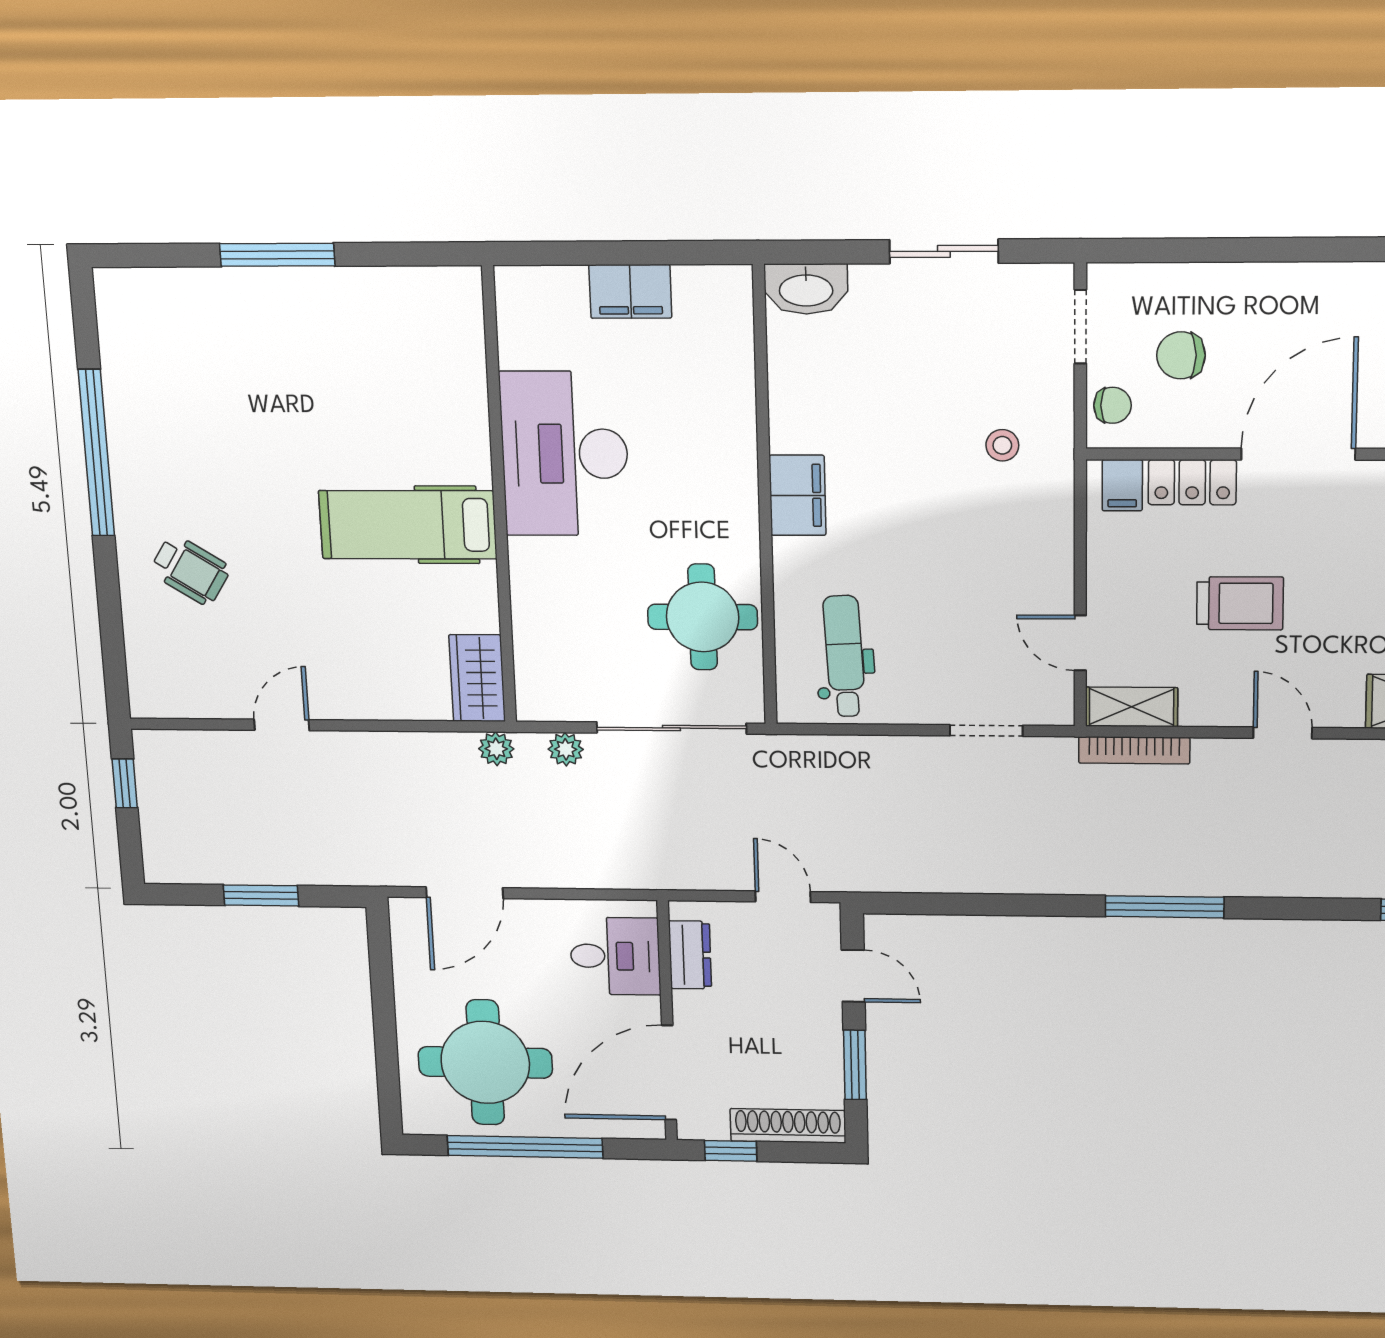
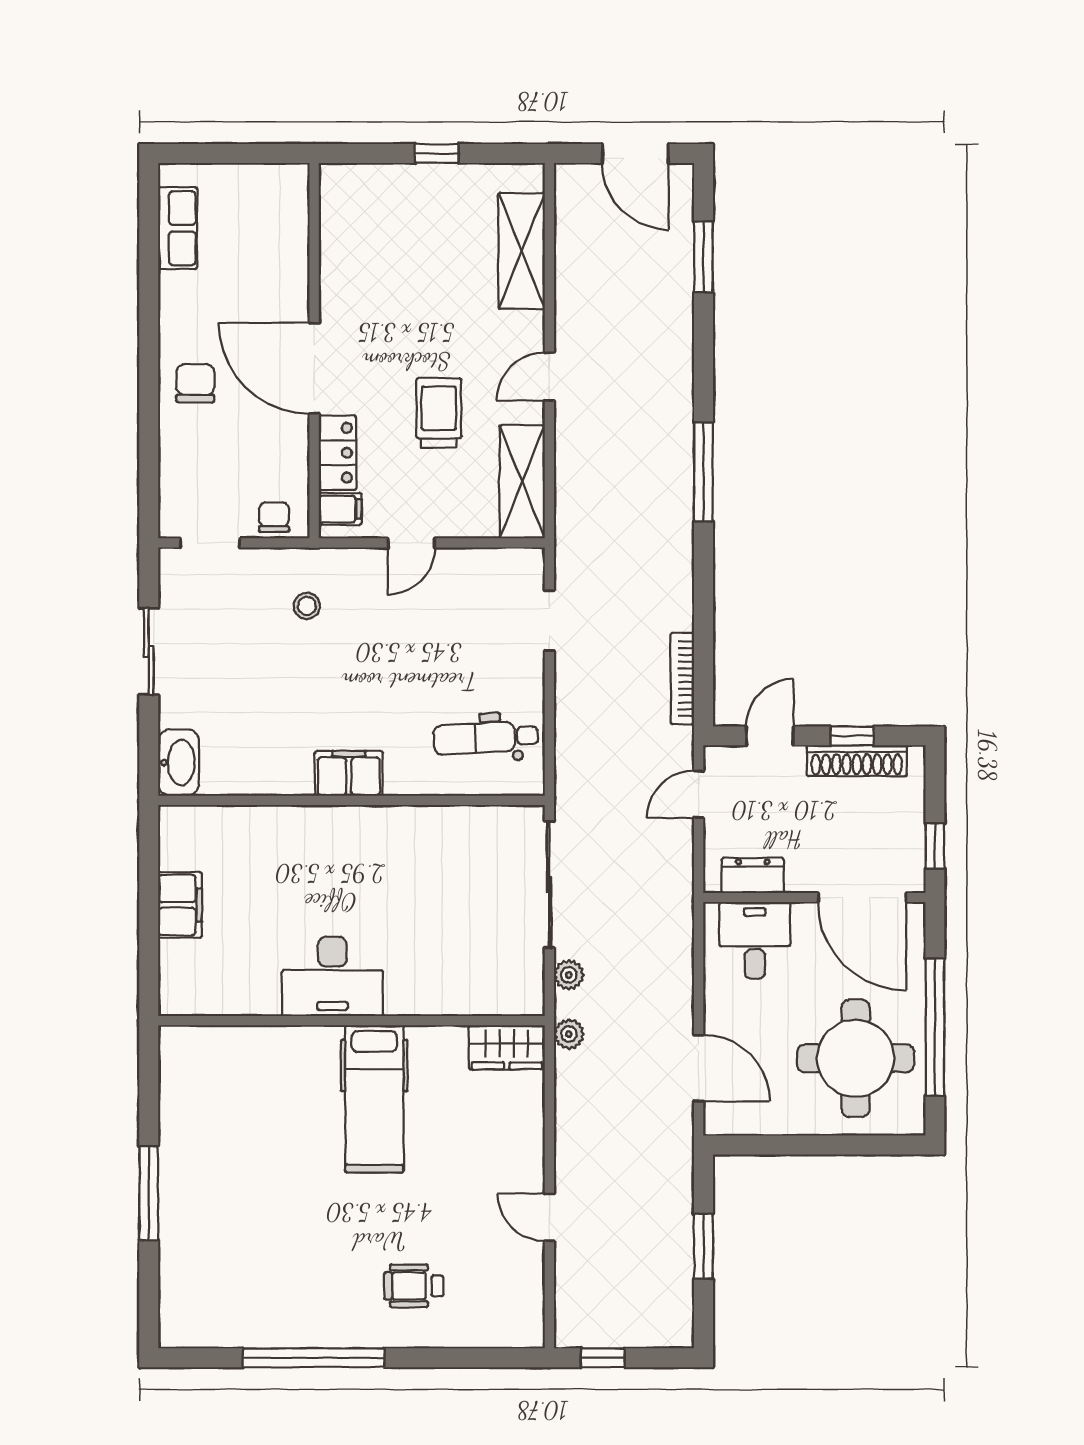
chair: (1181, 355) -> (195, 383), moved, turned 180
desk: (565, 454) -> (332, 976), width x0.73, depth x0.77
wheelchair: (190, 570) -> (414, 1286), turned -122
round table: (703, 617) -> (452, 855), removed
door: (1080, 643) -> (411, 543), moved
shelving: (1131, 707) -> (522, 482), width x1.50, depth x1.33
bookcase: (1134, 750) -> (682, 679), moved, turned 180
window: (855, 1065) -> (852, 736), width x0.67
shoe rack: (788, 1126) -> (857, 761), moved, turned -90

